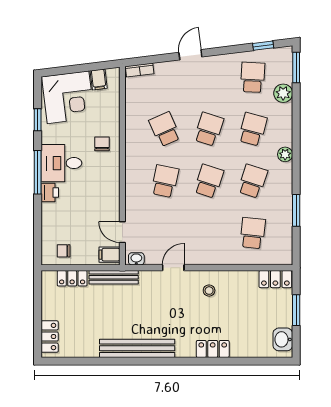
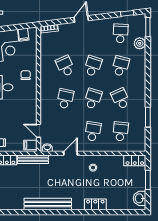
plant: (285, 154) -> (141, 82), removed
school desk: (253, 181) -> (121, 99), turned -42
school desk: (209, 233) -> (93, 131), added

